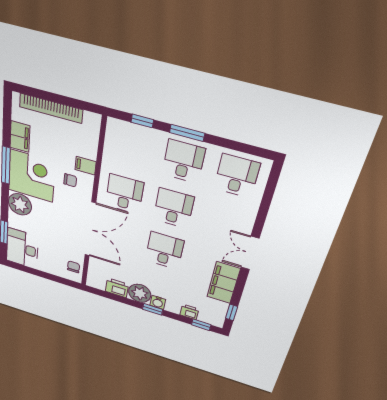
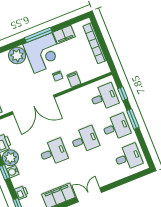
desk: (124, 194) -> (104, 97), moved

